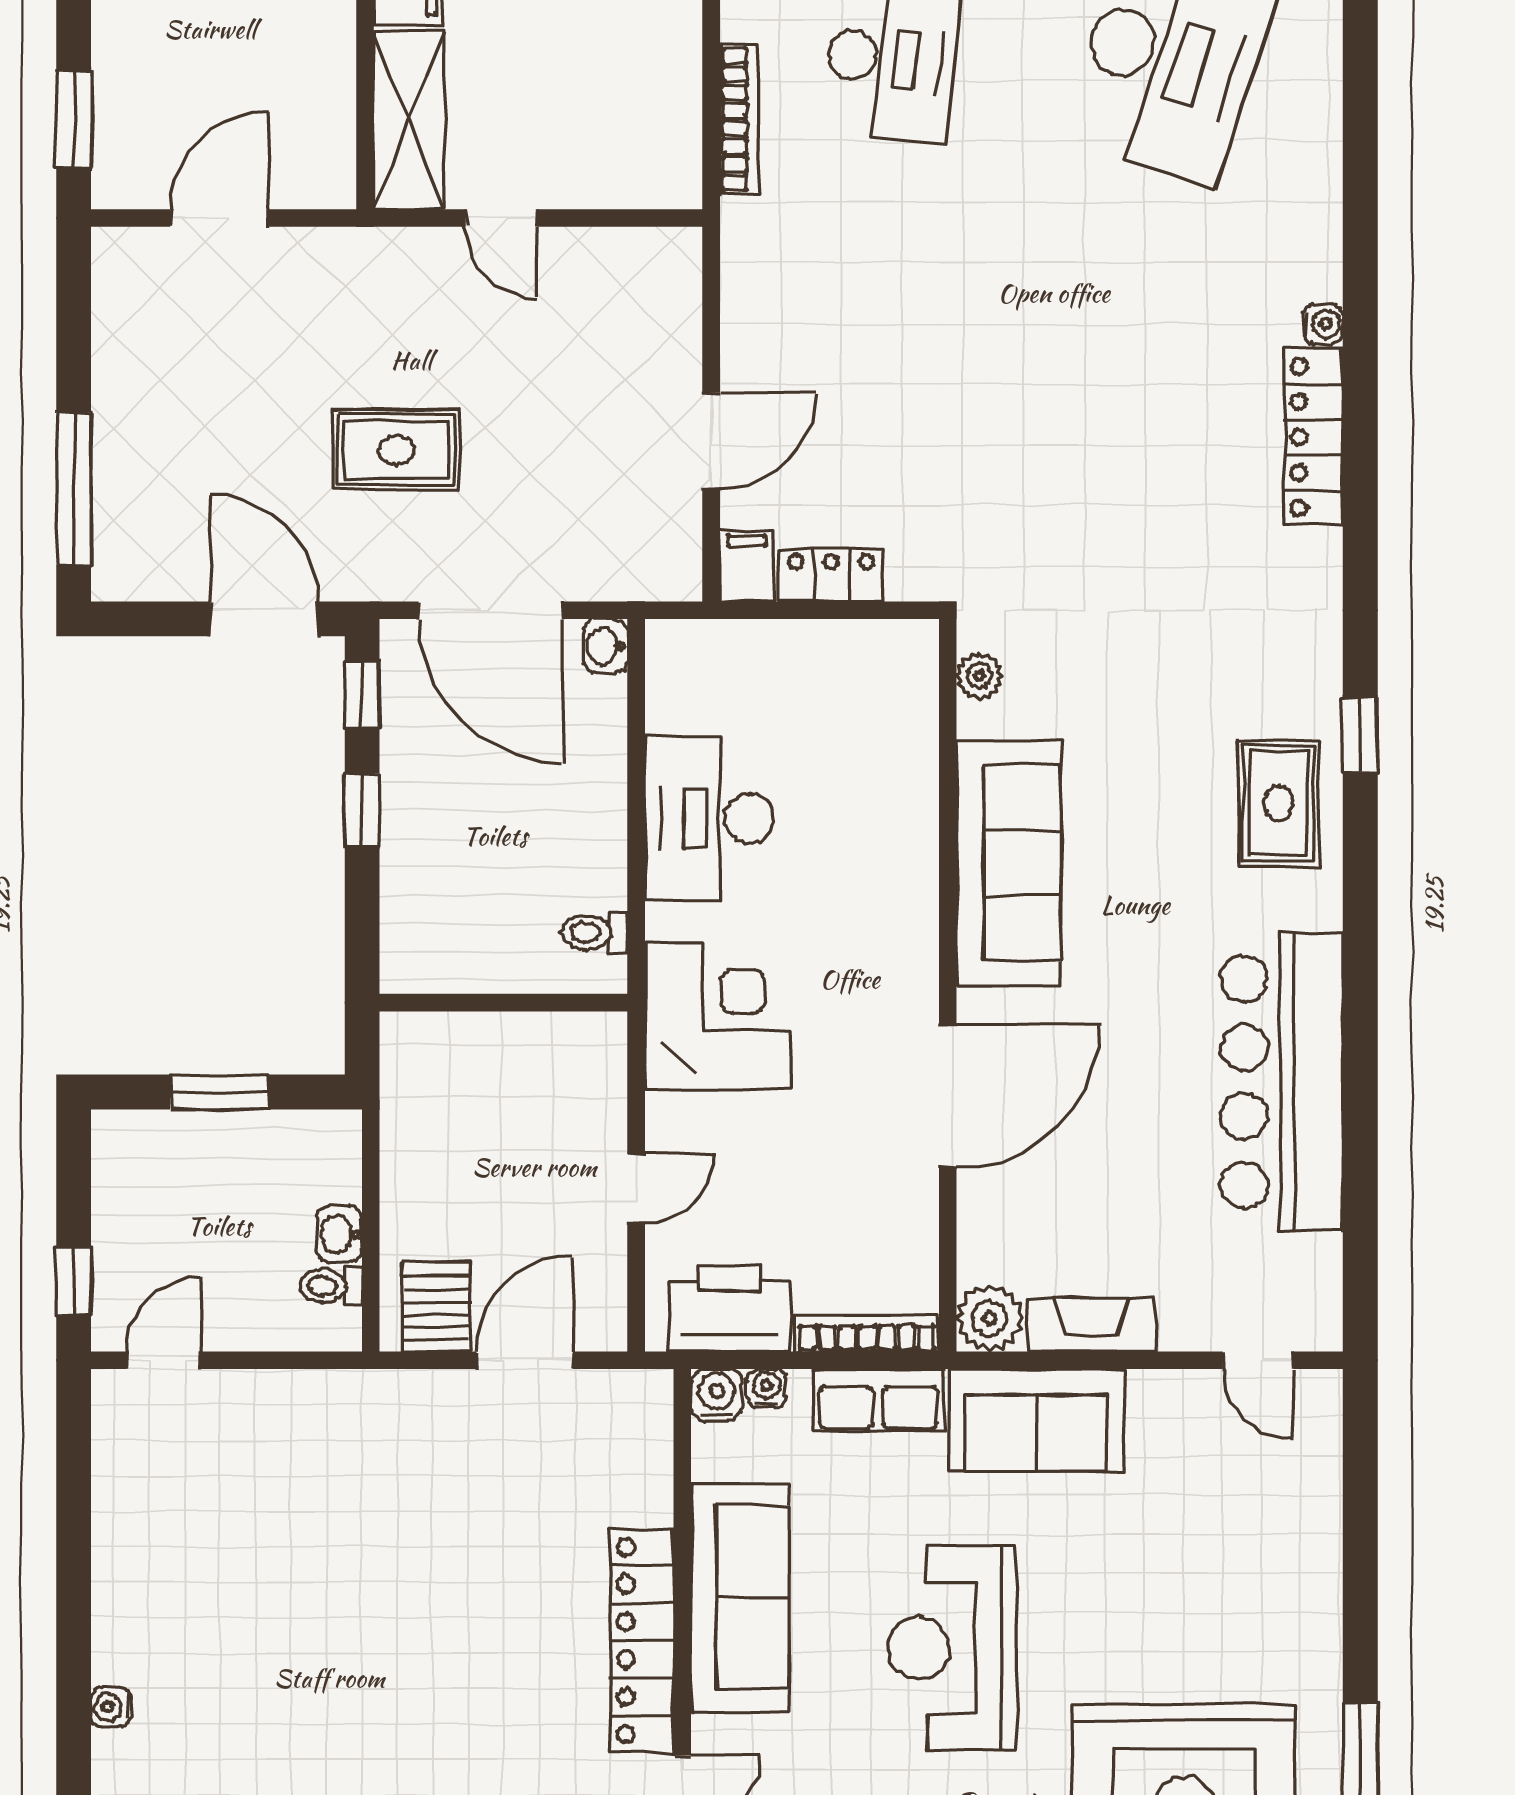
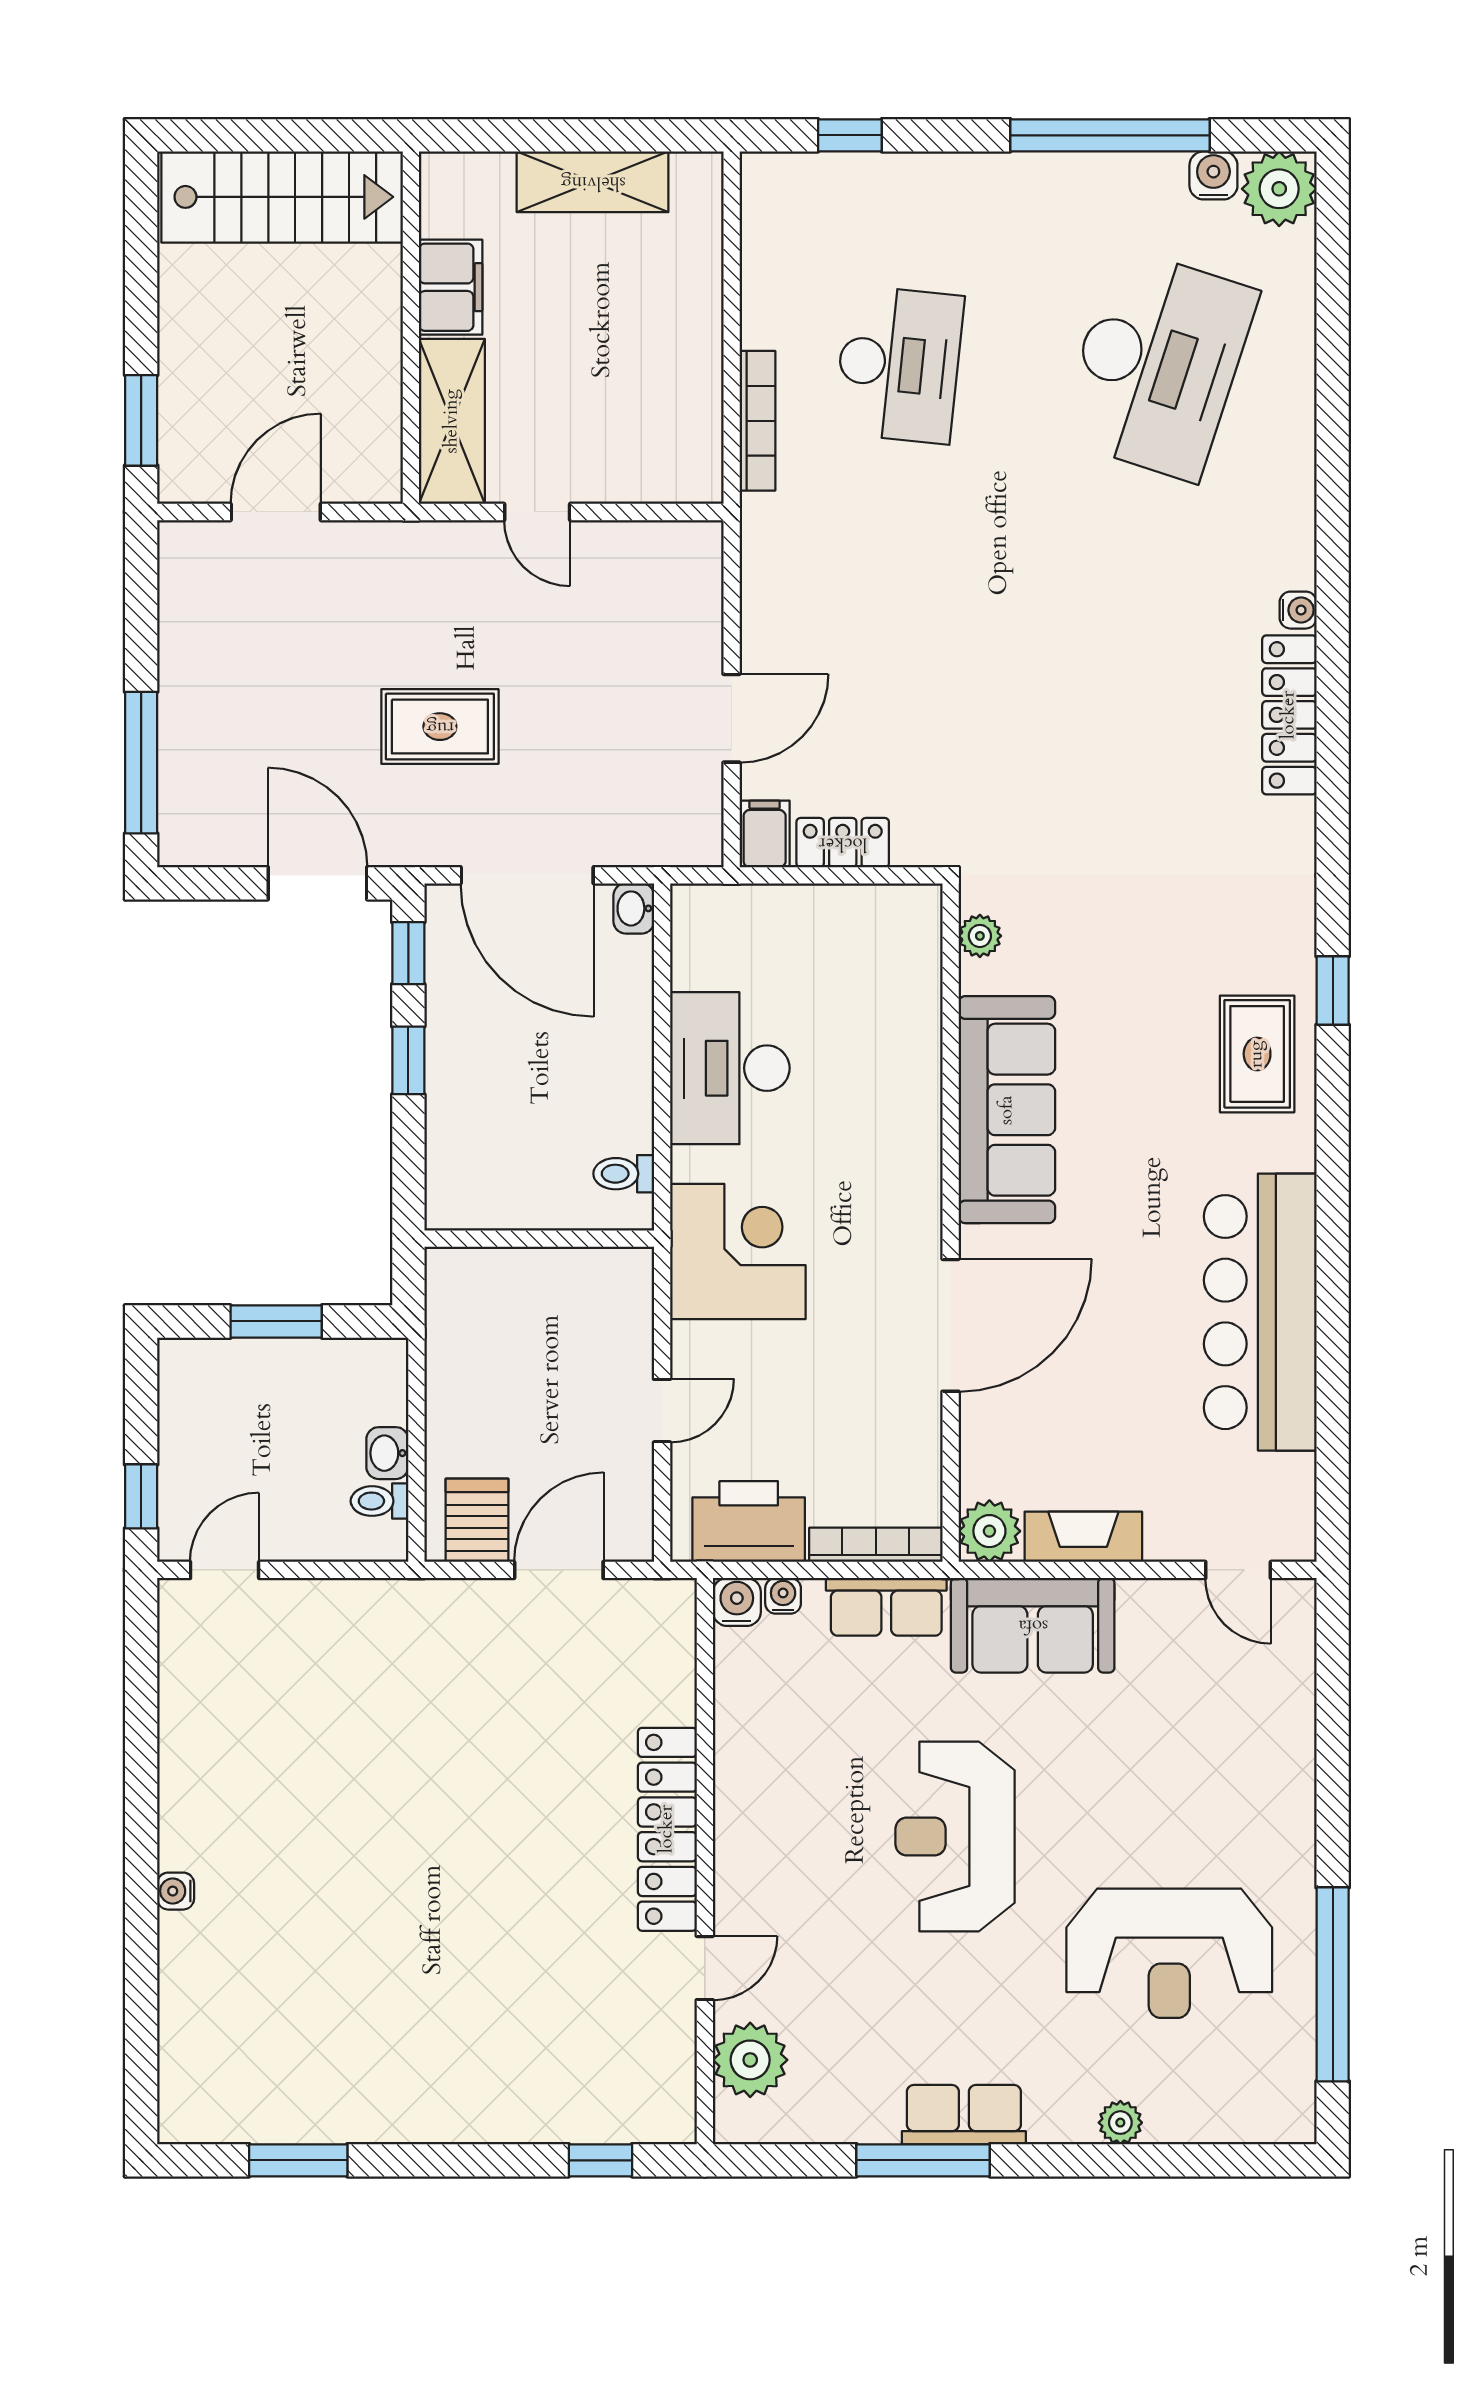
sofa: (740, 1598) -> (758, 1790), removed

